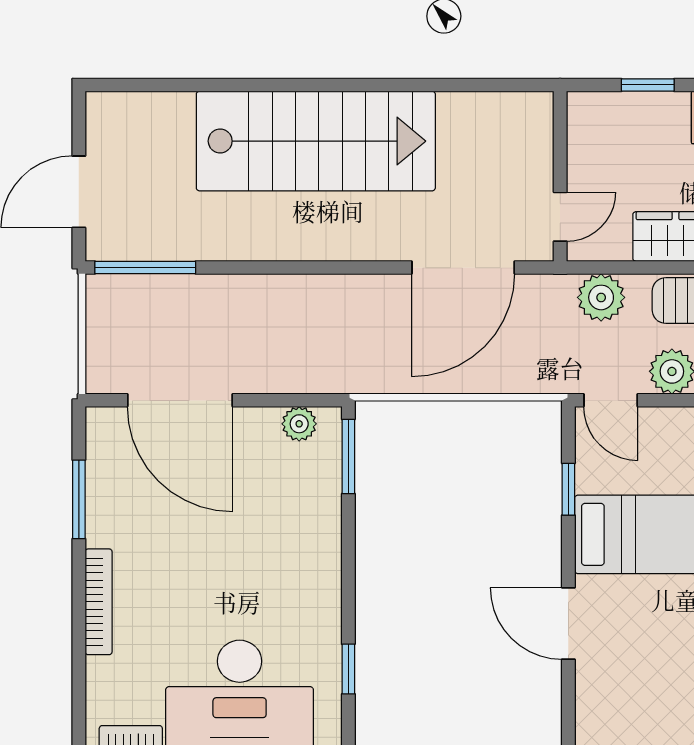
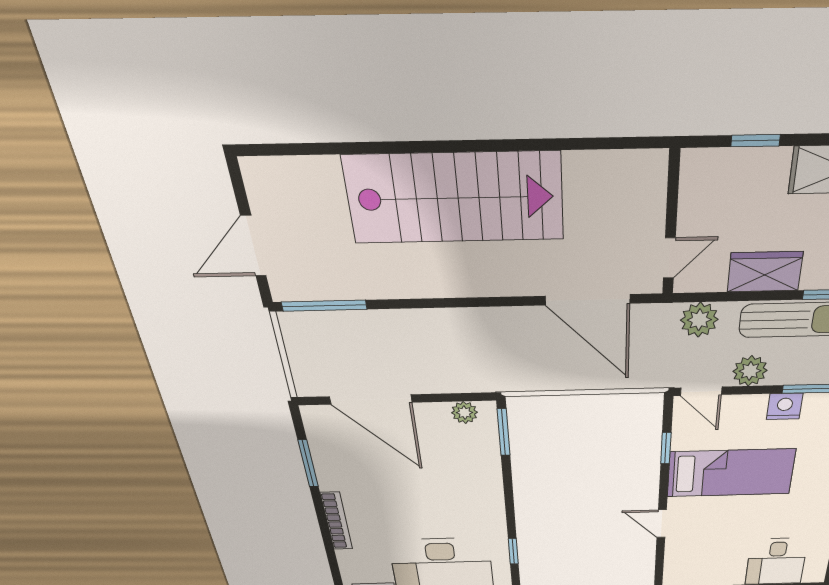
door: (463, 268) -> (588, 300), hinge flipped
door: (568, 624) -> (662, 524), width x0.73

